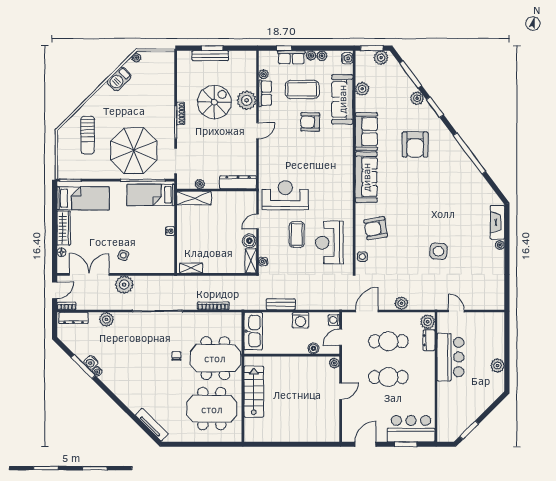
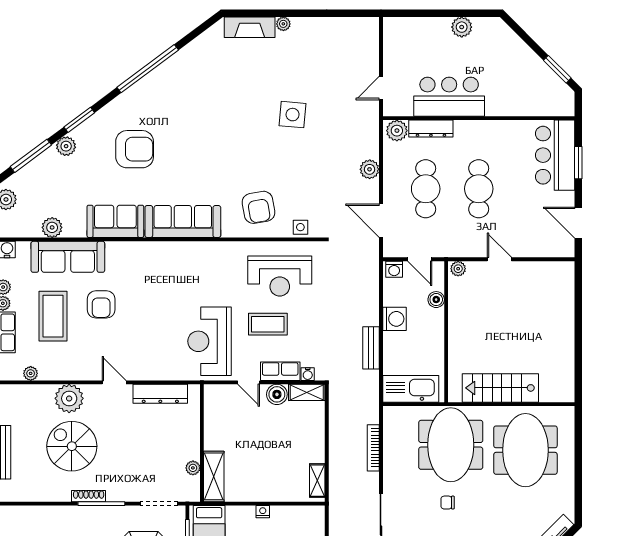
row of seats: (265, 93) -> (280, 371), moved
dresser: (238, 182) -> (160, 394), moved, turned -90
dresser: (429, 340) -> (431, 129), width x1.44

